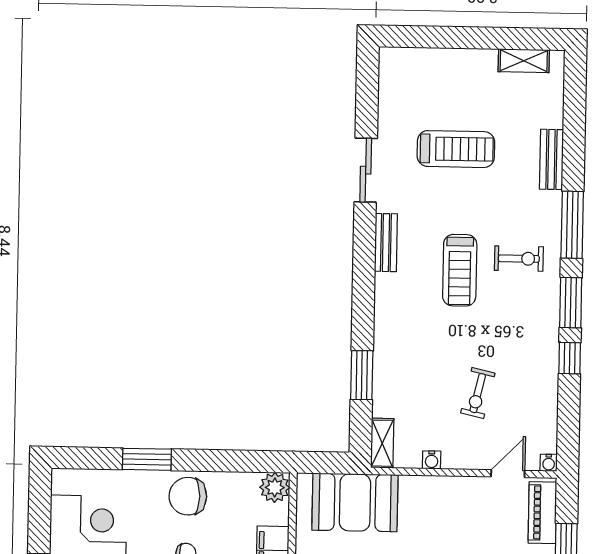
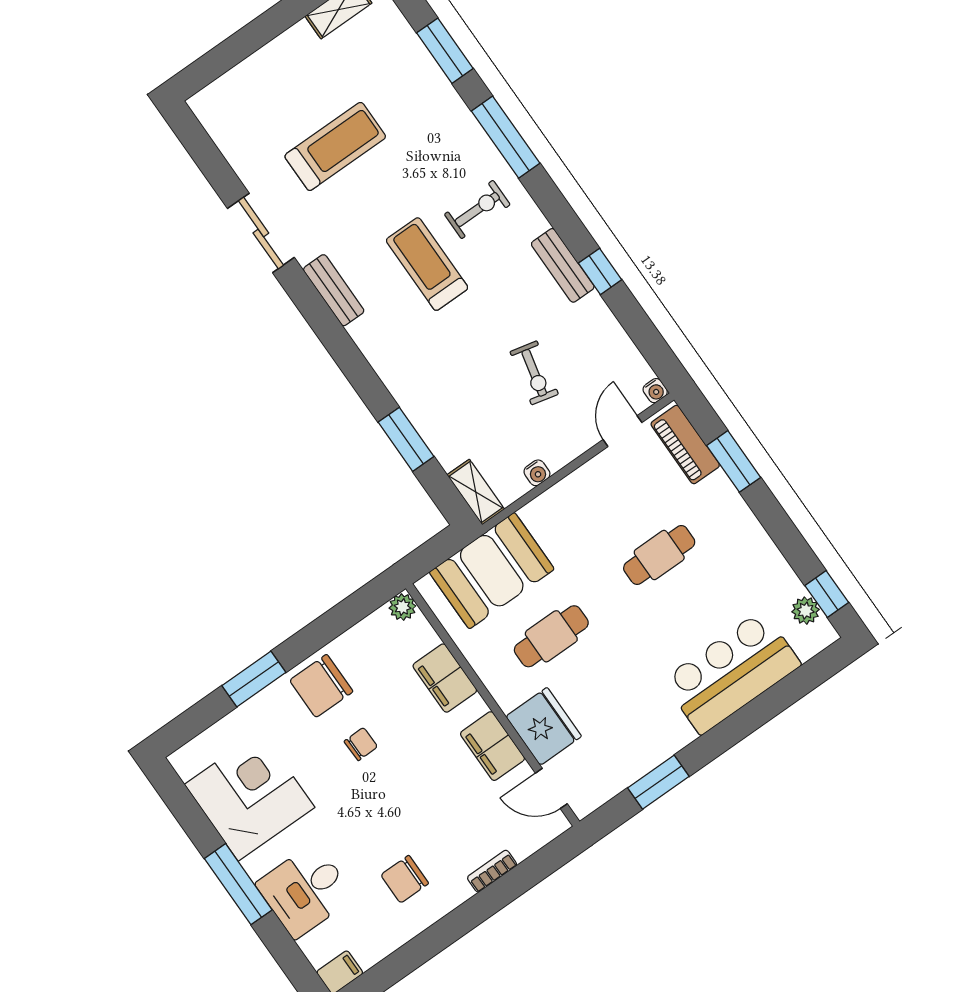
bench: (551, 159) -> (563, 265), moved
treadmill: (460, 270) -> (427, 264), turned 180
window: (571, 303) -> (445, 51), moved
plant: (275, 487) -> (402, 607), width x0.73, depth x0.73

